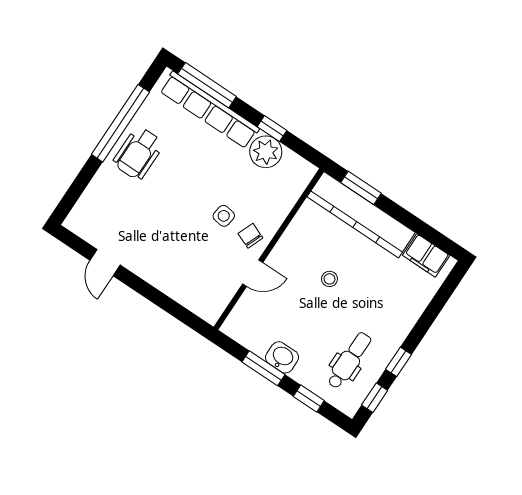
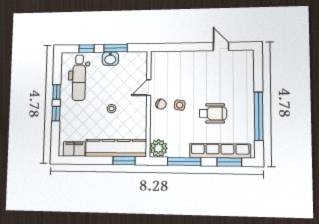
window: (207, 85) -> (229, 162), width x0.69
window: (272, 129) -> (184, 161), width x2.17
plant: (266, 152) -> (158, 148), moved
wheelchair: (138, 153) -> (213, 113), moved, turned 90
dental chair: (349, 360) -> (79, 78), width x1.36, depth x1.38
window: (375, 398) -> (56, 114), moved

